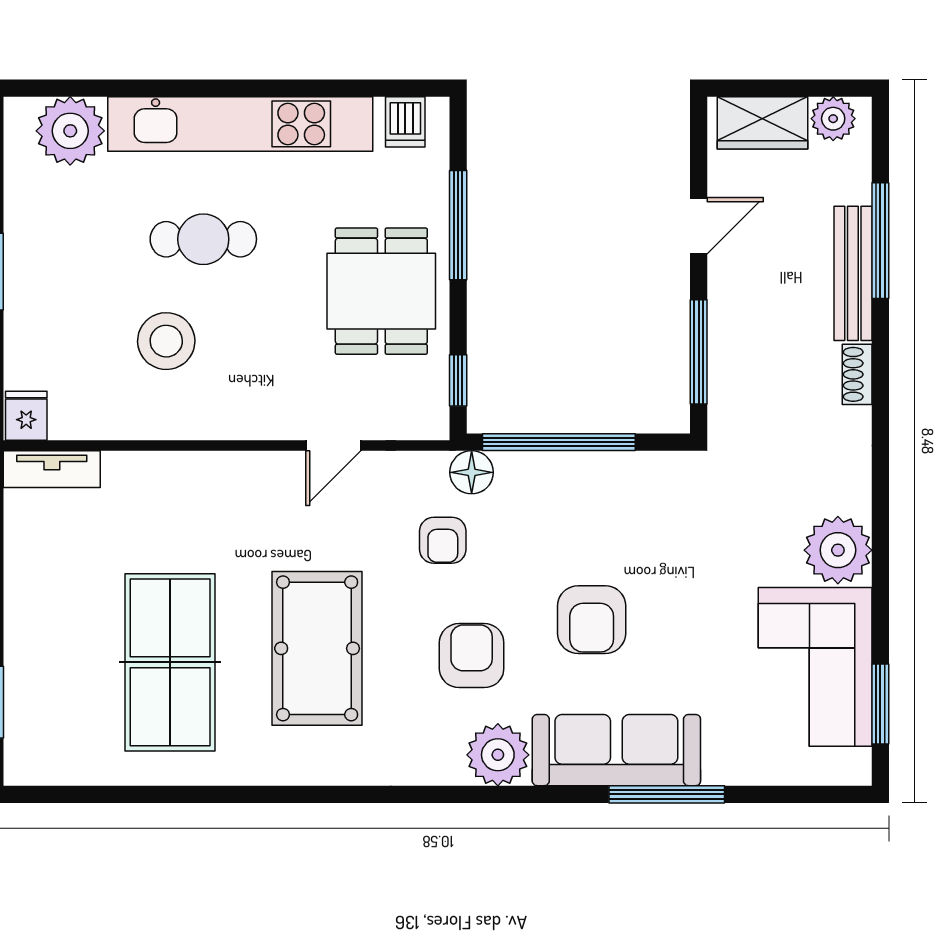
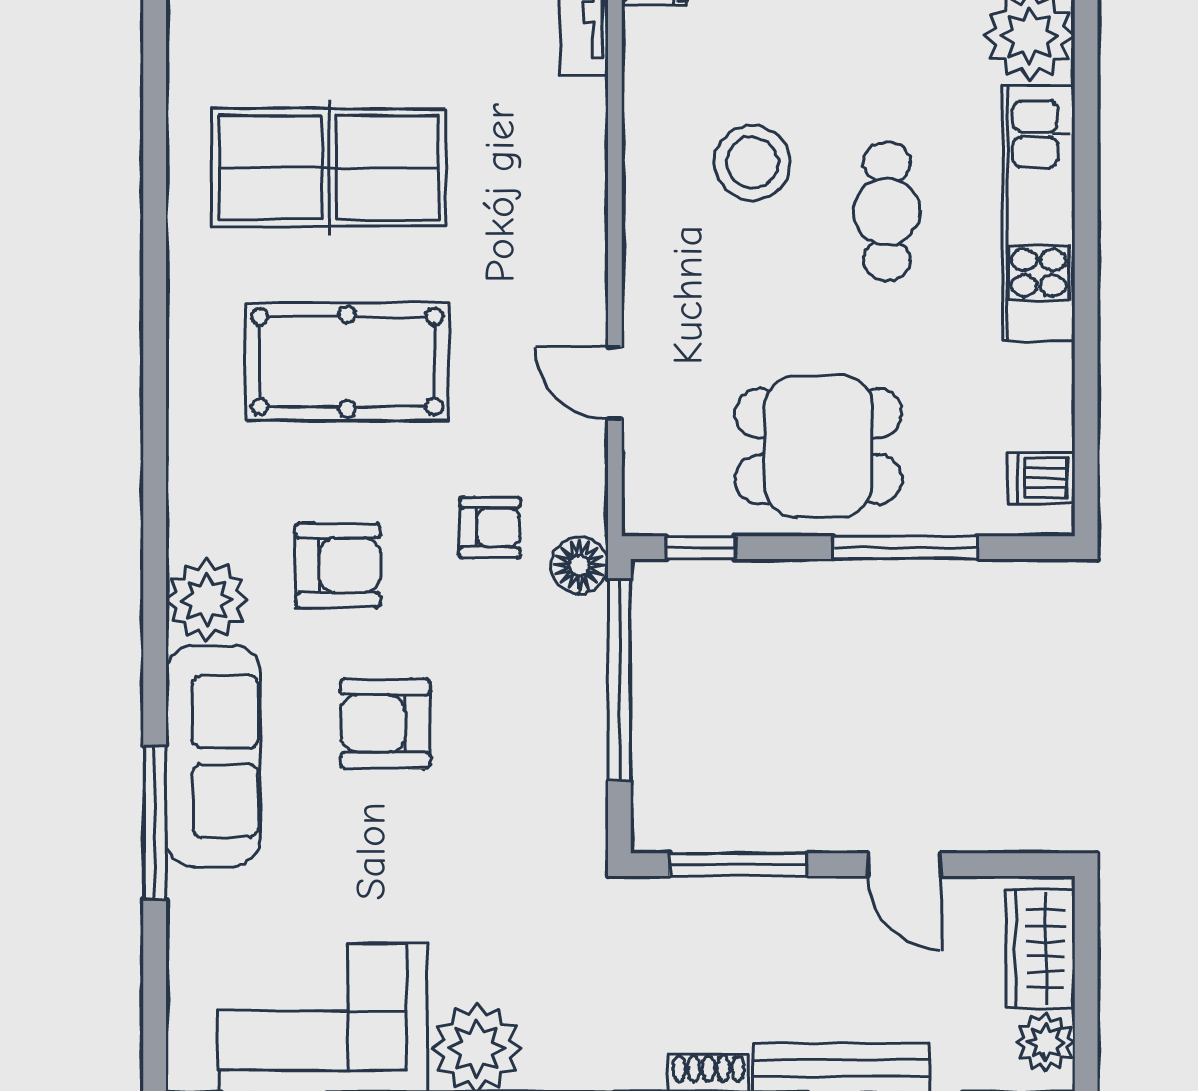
kitchen unit: (240, 124) -> (1039, 214), width x0.73
armchair: (443, 540) -> (490, 527), turned 180

